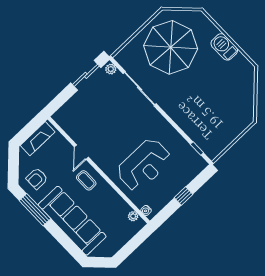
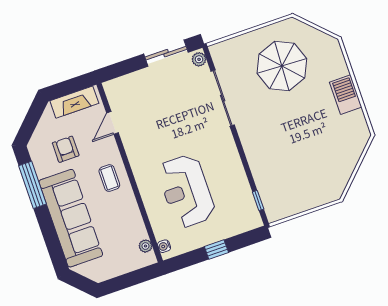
parasol: (171, 47) -> (282, 66), width x0.73, depth x0.73
door: (81, 152) -> (112, 123), moved
reception desk: (144, 165) -> (186, 191), turned 90
armchair: (37, 179) -> (66, 149), moved, turned 90

